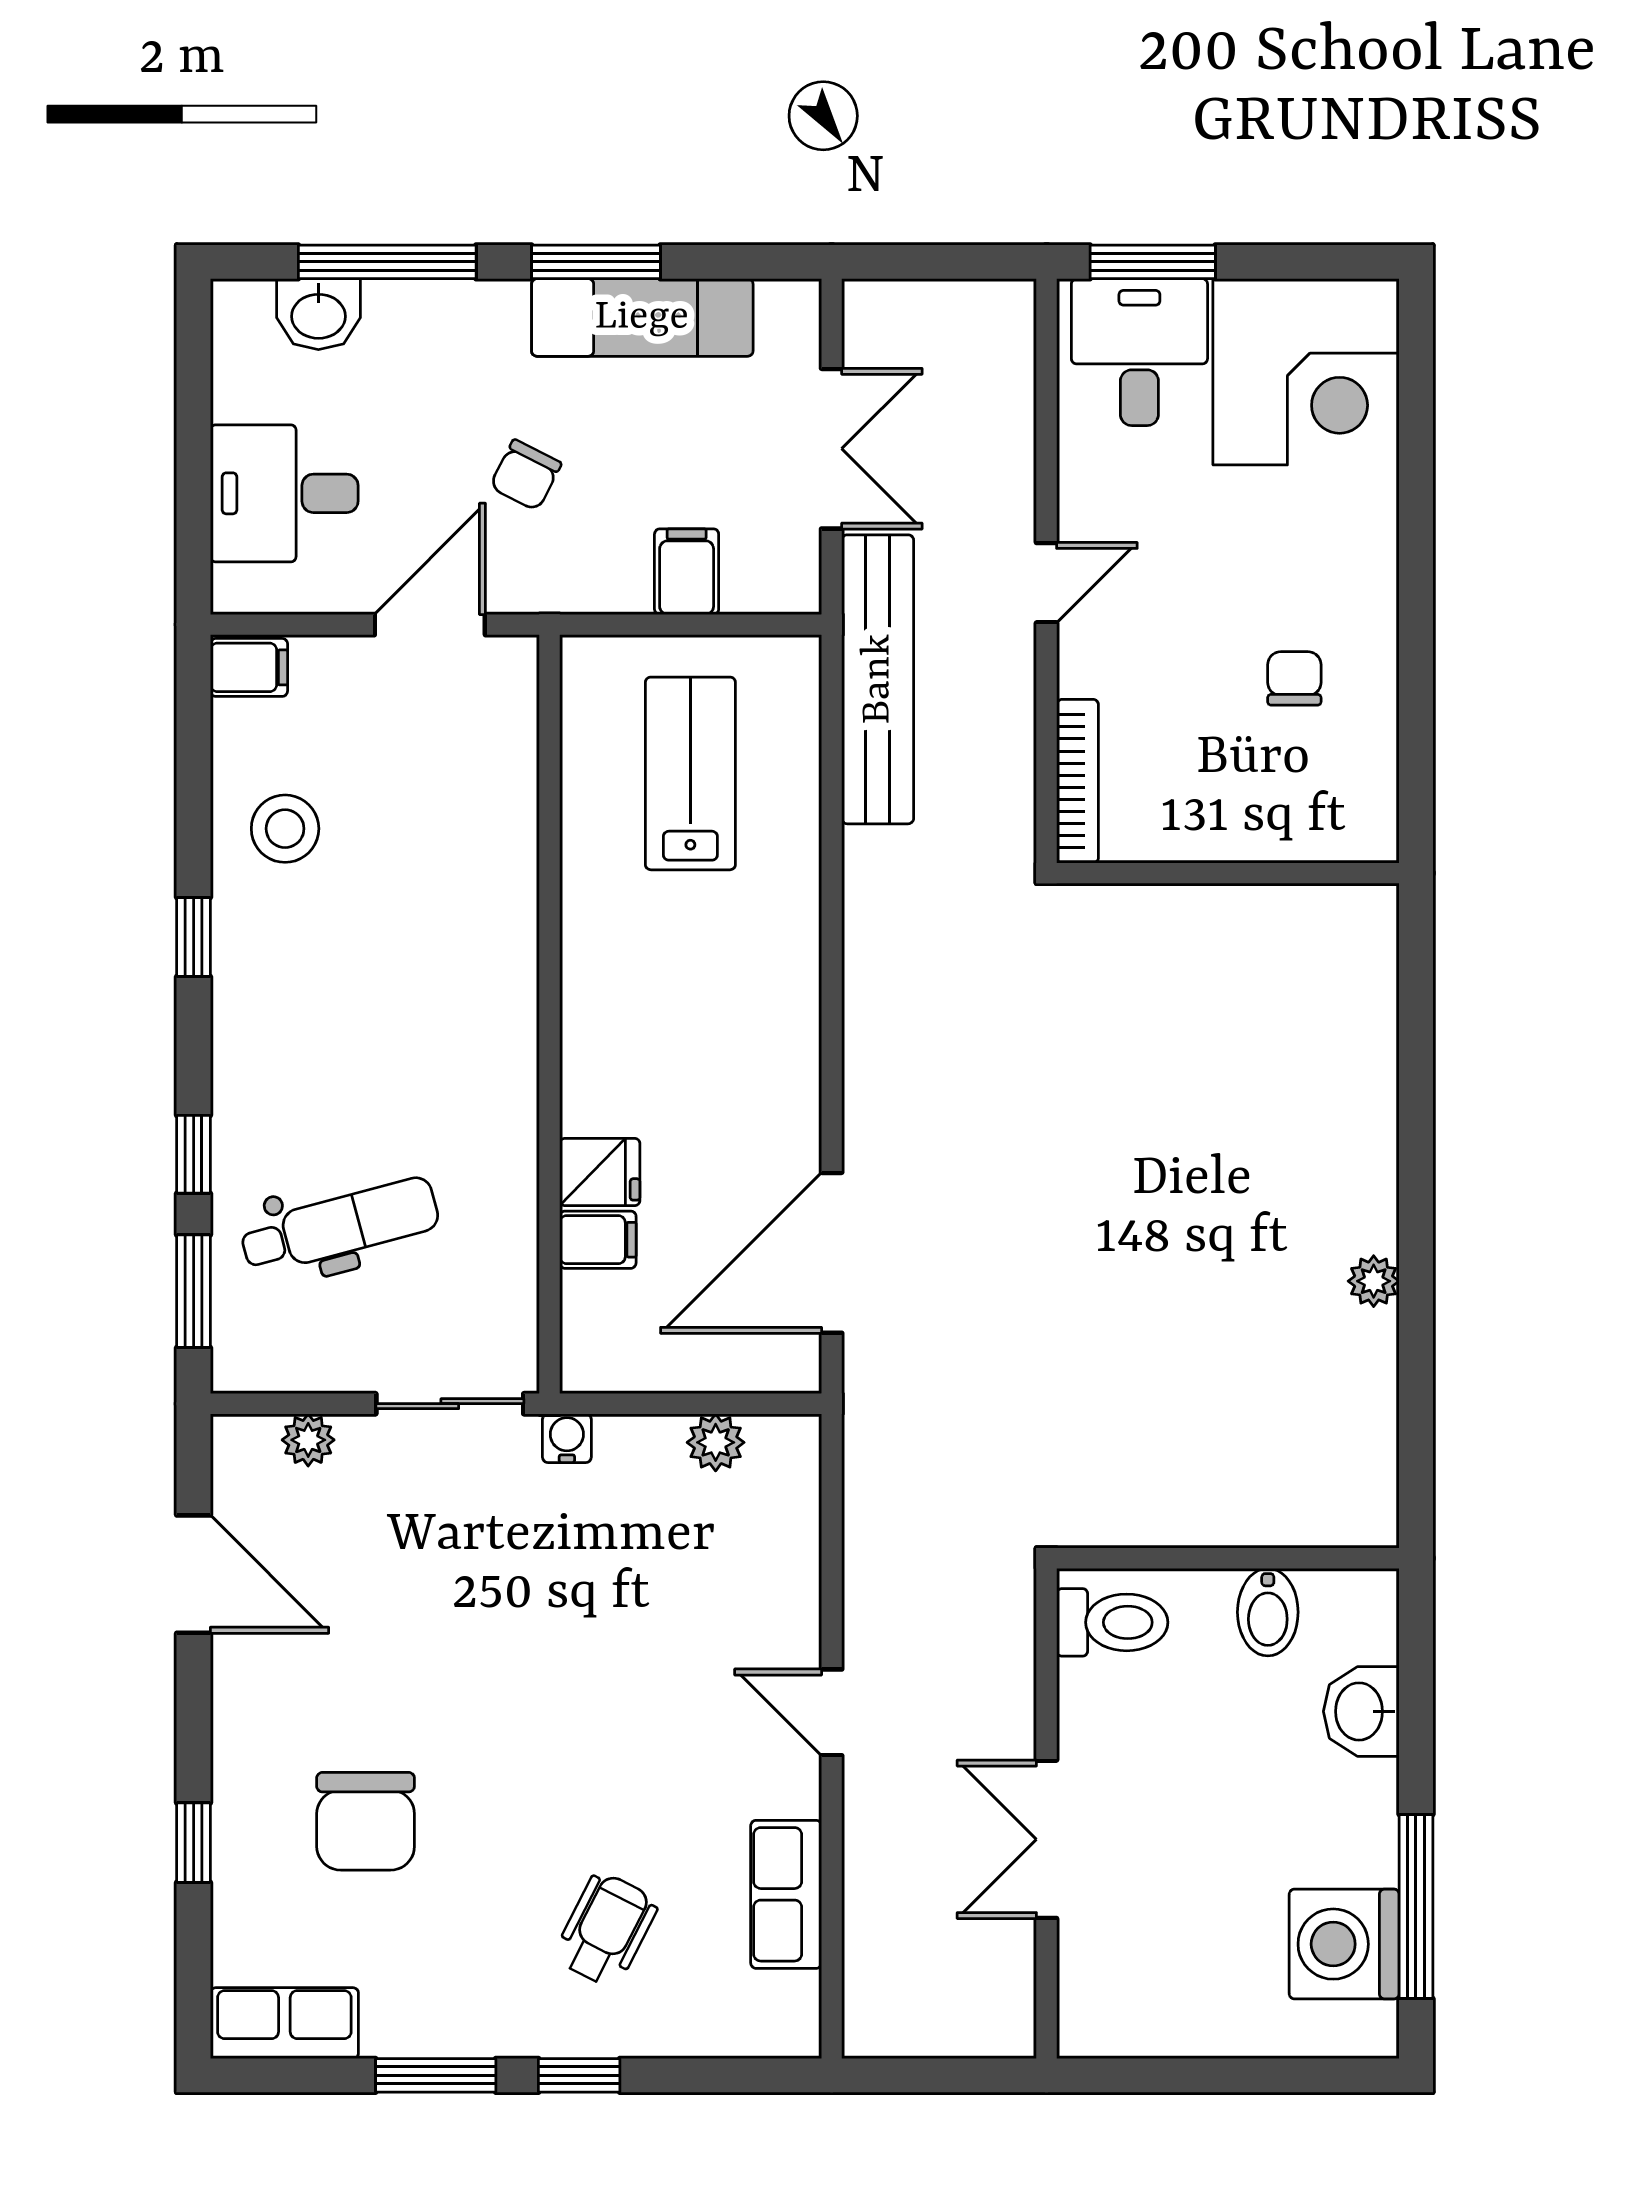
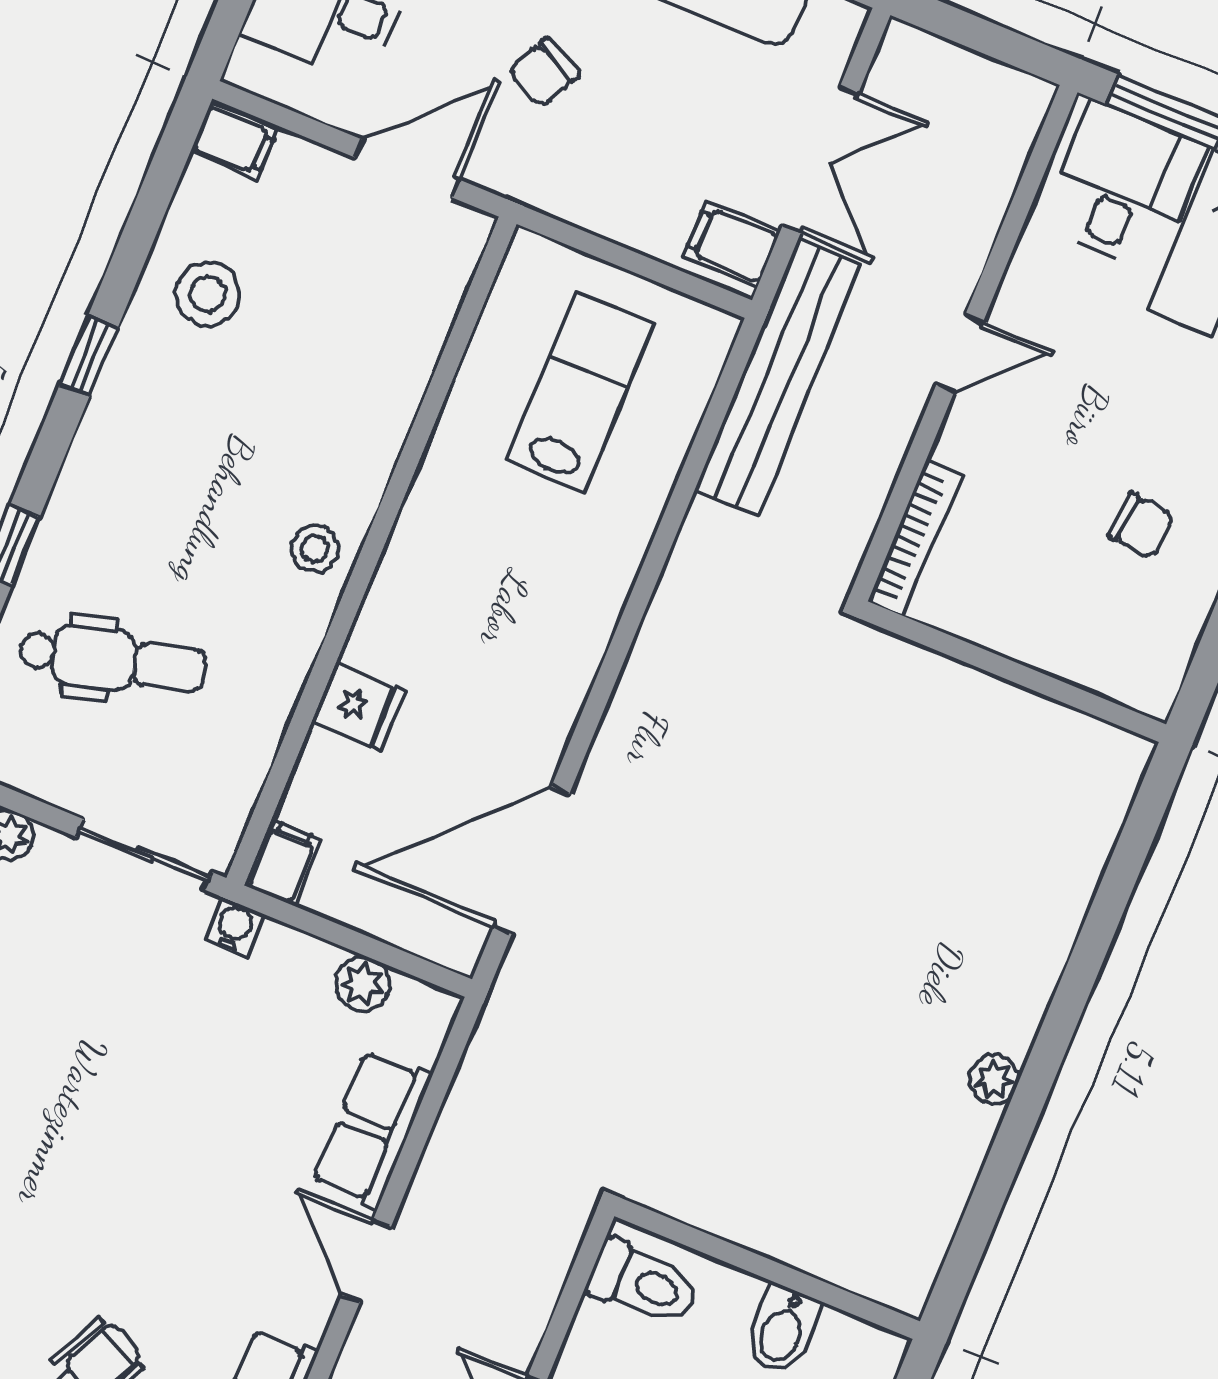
filing cabinet: (687, 572) -> (732, 244), moved, turned -90
chair: (1294, 678) -> (1141, 526), turned 96
stool: (493, 1035) -> (315, 548), added
filing cabinet: (598, 1240) -> (283, 862), moved, turned -90
row of seats: (784, 1580) -> (372, 1129), added

